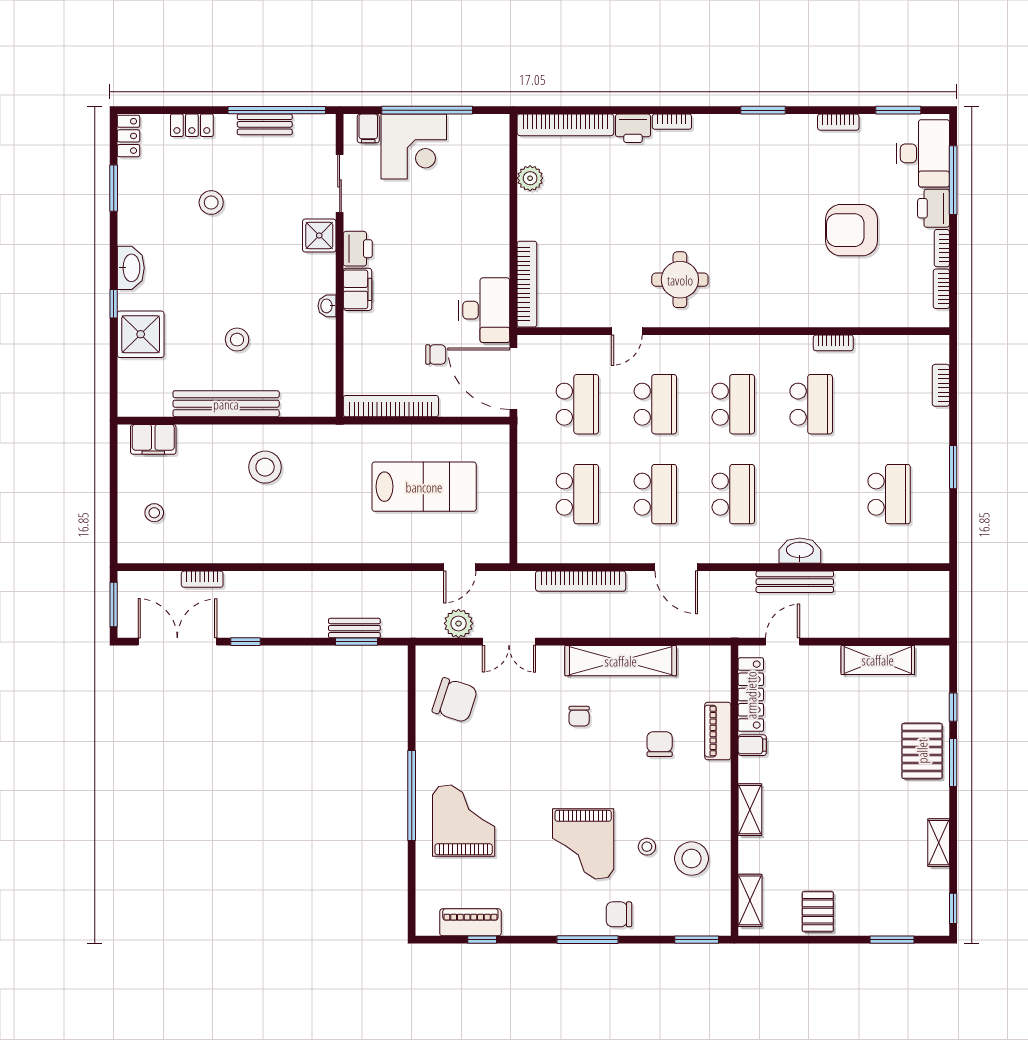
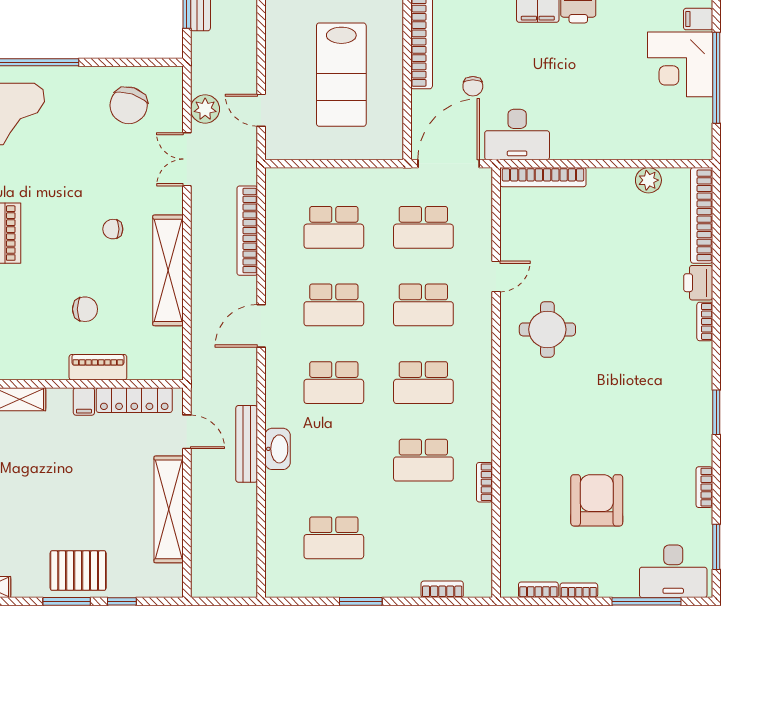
printer: (934, 208) -> (619, 582), removed
door: (627, 331) -> (496, 277), swing flipped
shelving: (878, 660) -> (169, 509), width x1.47

